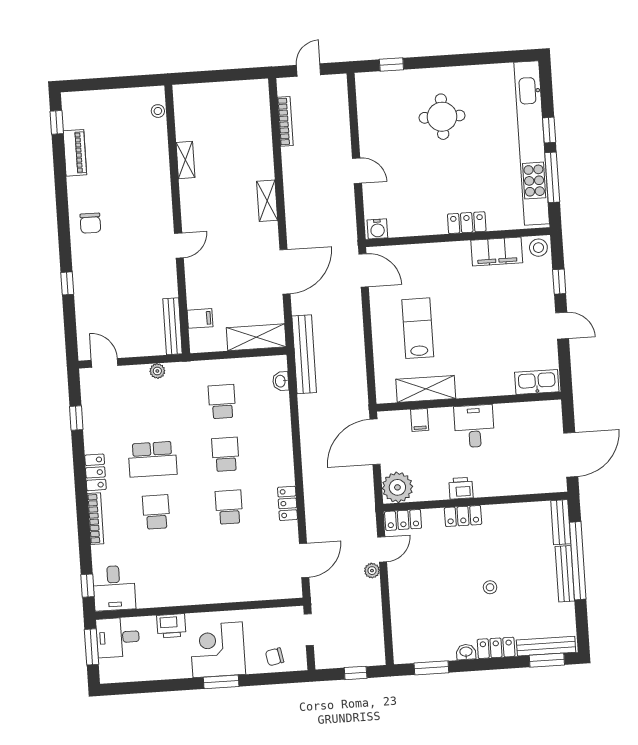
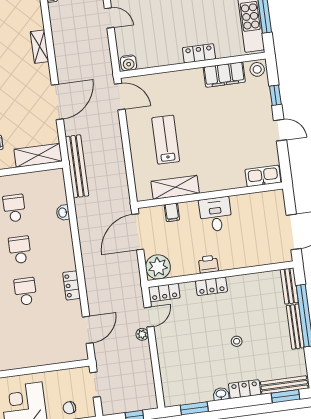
washbasin: (281, 381) -> (63, 213), moved

